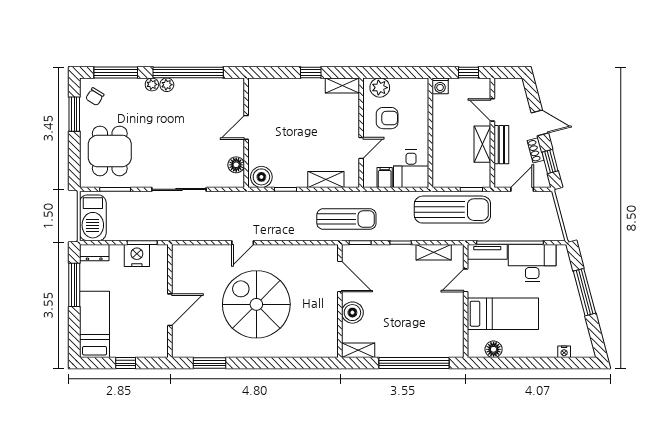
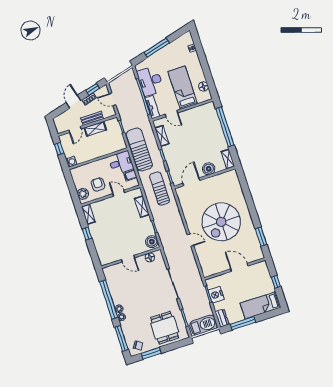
dining table: (110, 151) -> (165, 328), turned 90
sun lounger: (452, 210) -> (139, 150), moved

